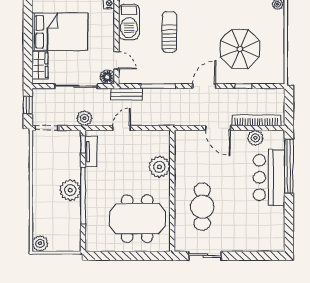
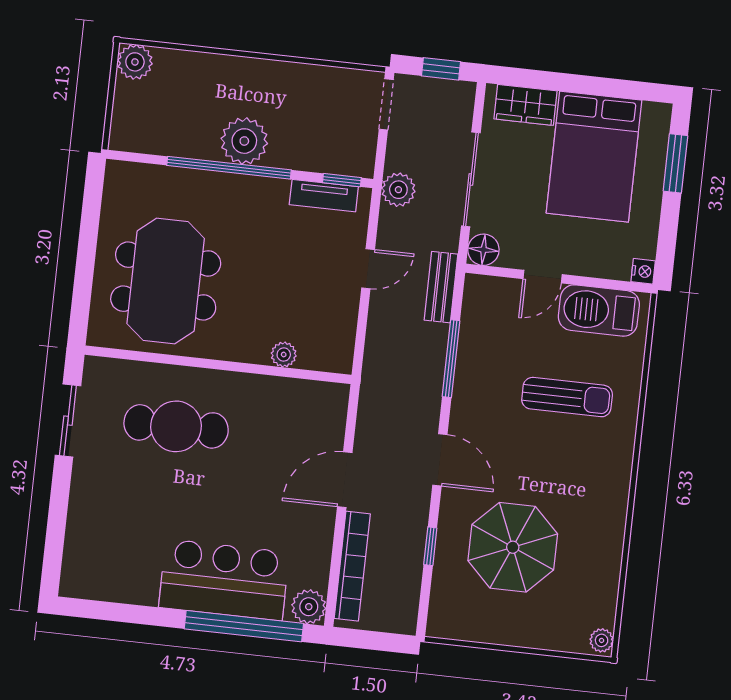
door: (116, 60) -> (543, 277), moved
door: (122, 128) -> (368, 269), hinge flipped
plant: (255, 138) -> (309, 607), moved
plant: (159, 167) -> (284, 355), width x0.53, depth x0.53

